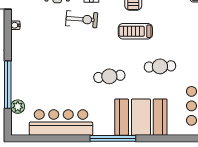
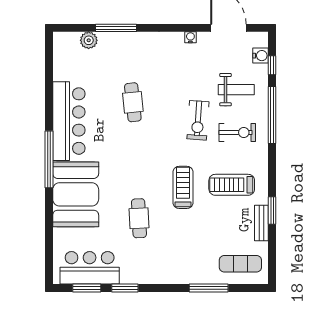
cafe table: (109, 76) -> (133, 102), moved
window: (8, 85) -> (116, 28), width x0.68
bar counter: (61, 122) -> (69, 121), moved

